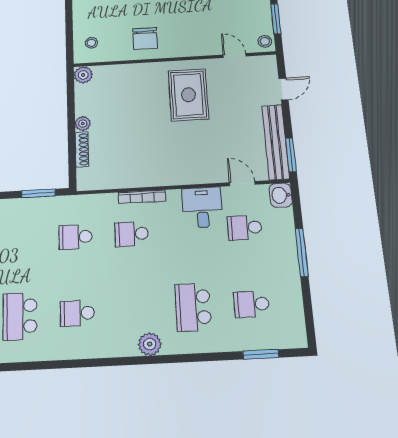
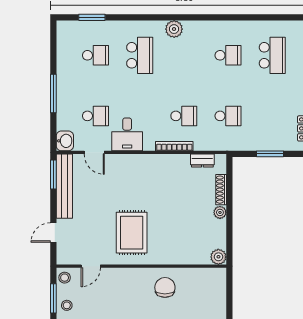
stool: (91, 43) -> (67, 305), moved
door: (235, 55) -> (91, 266), hinge flipped
dresser: (106, 182) -> (202, 161), added
window: (39, 193) -> (270, 154), moved

